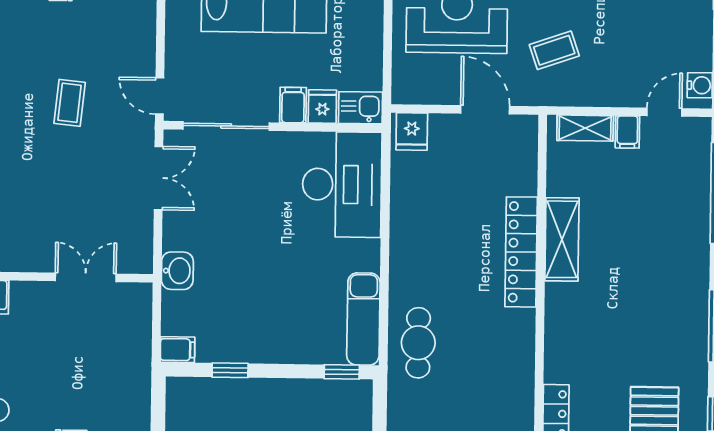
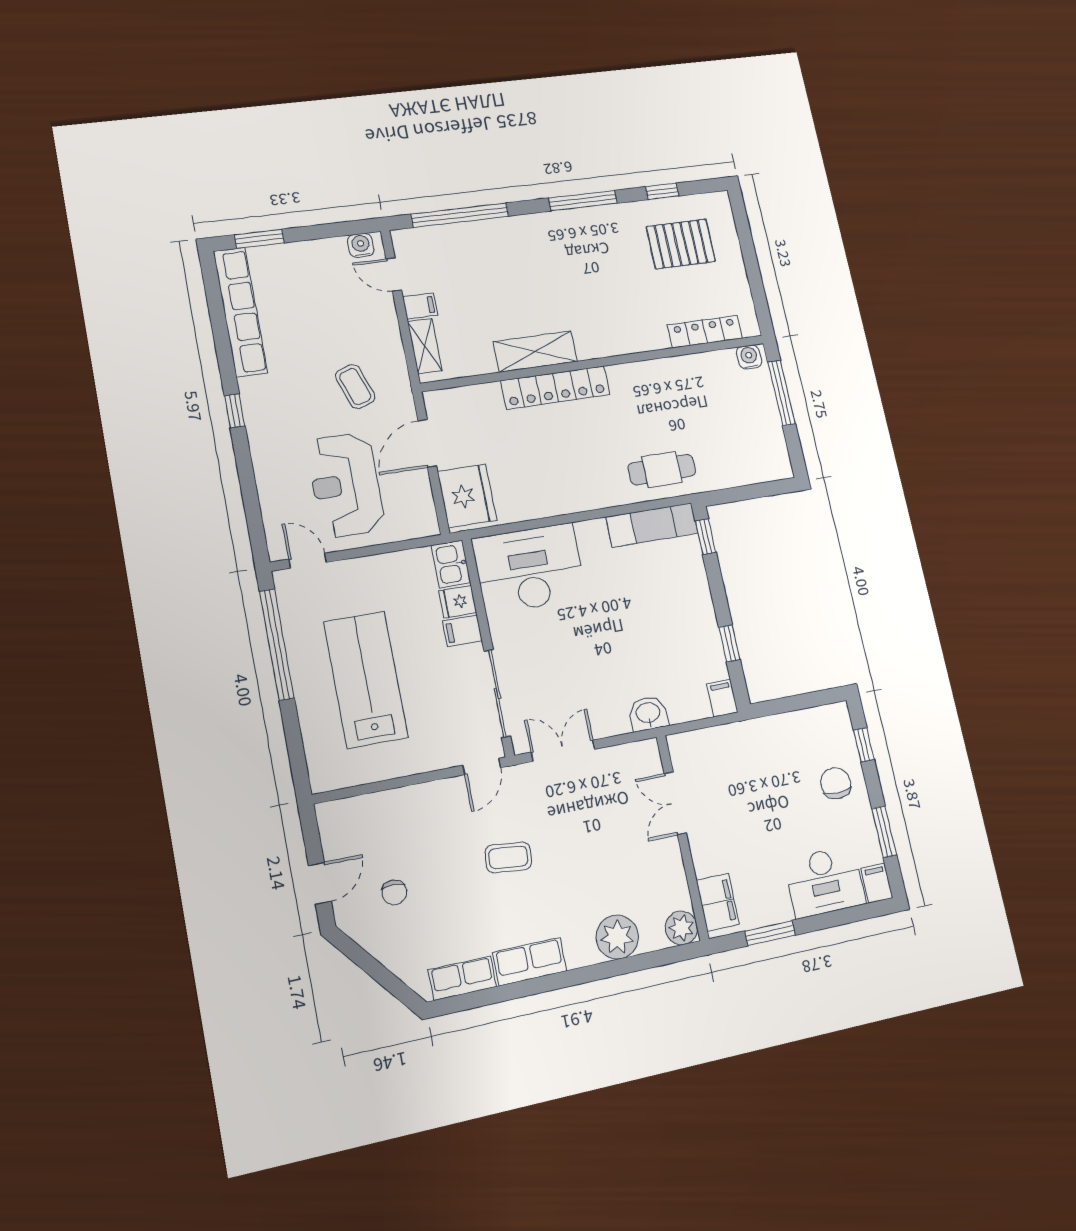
fridge: (412, 132) -> (467, 496), width x1.88, depth x1.34

